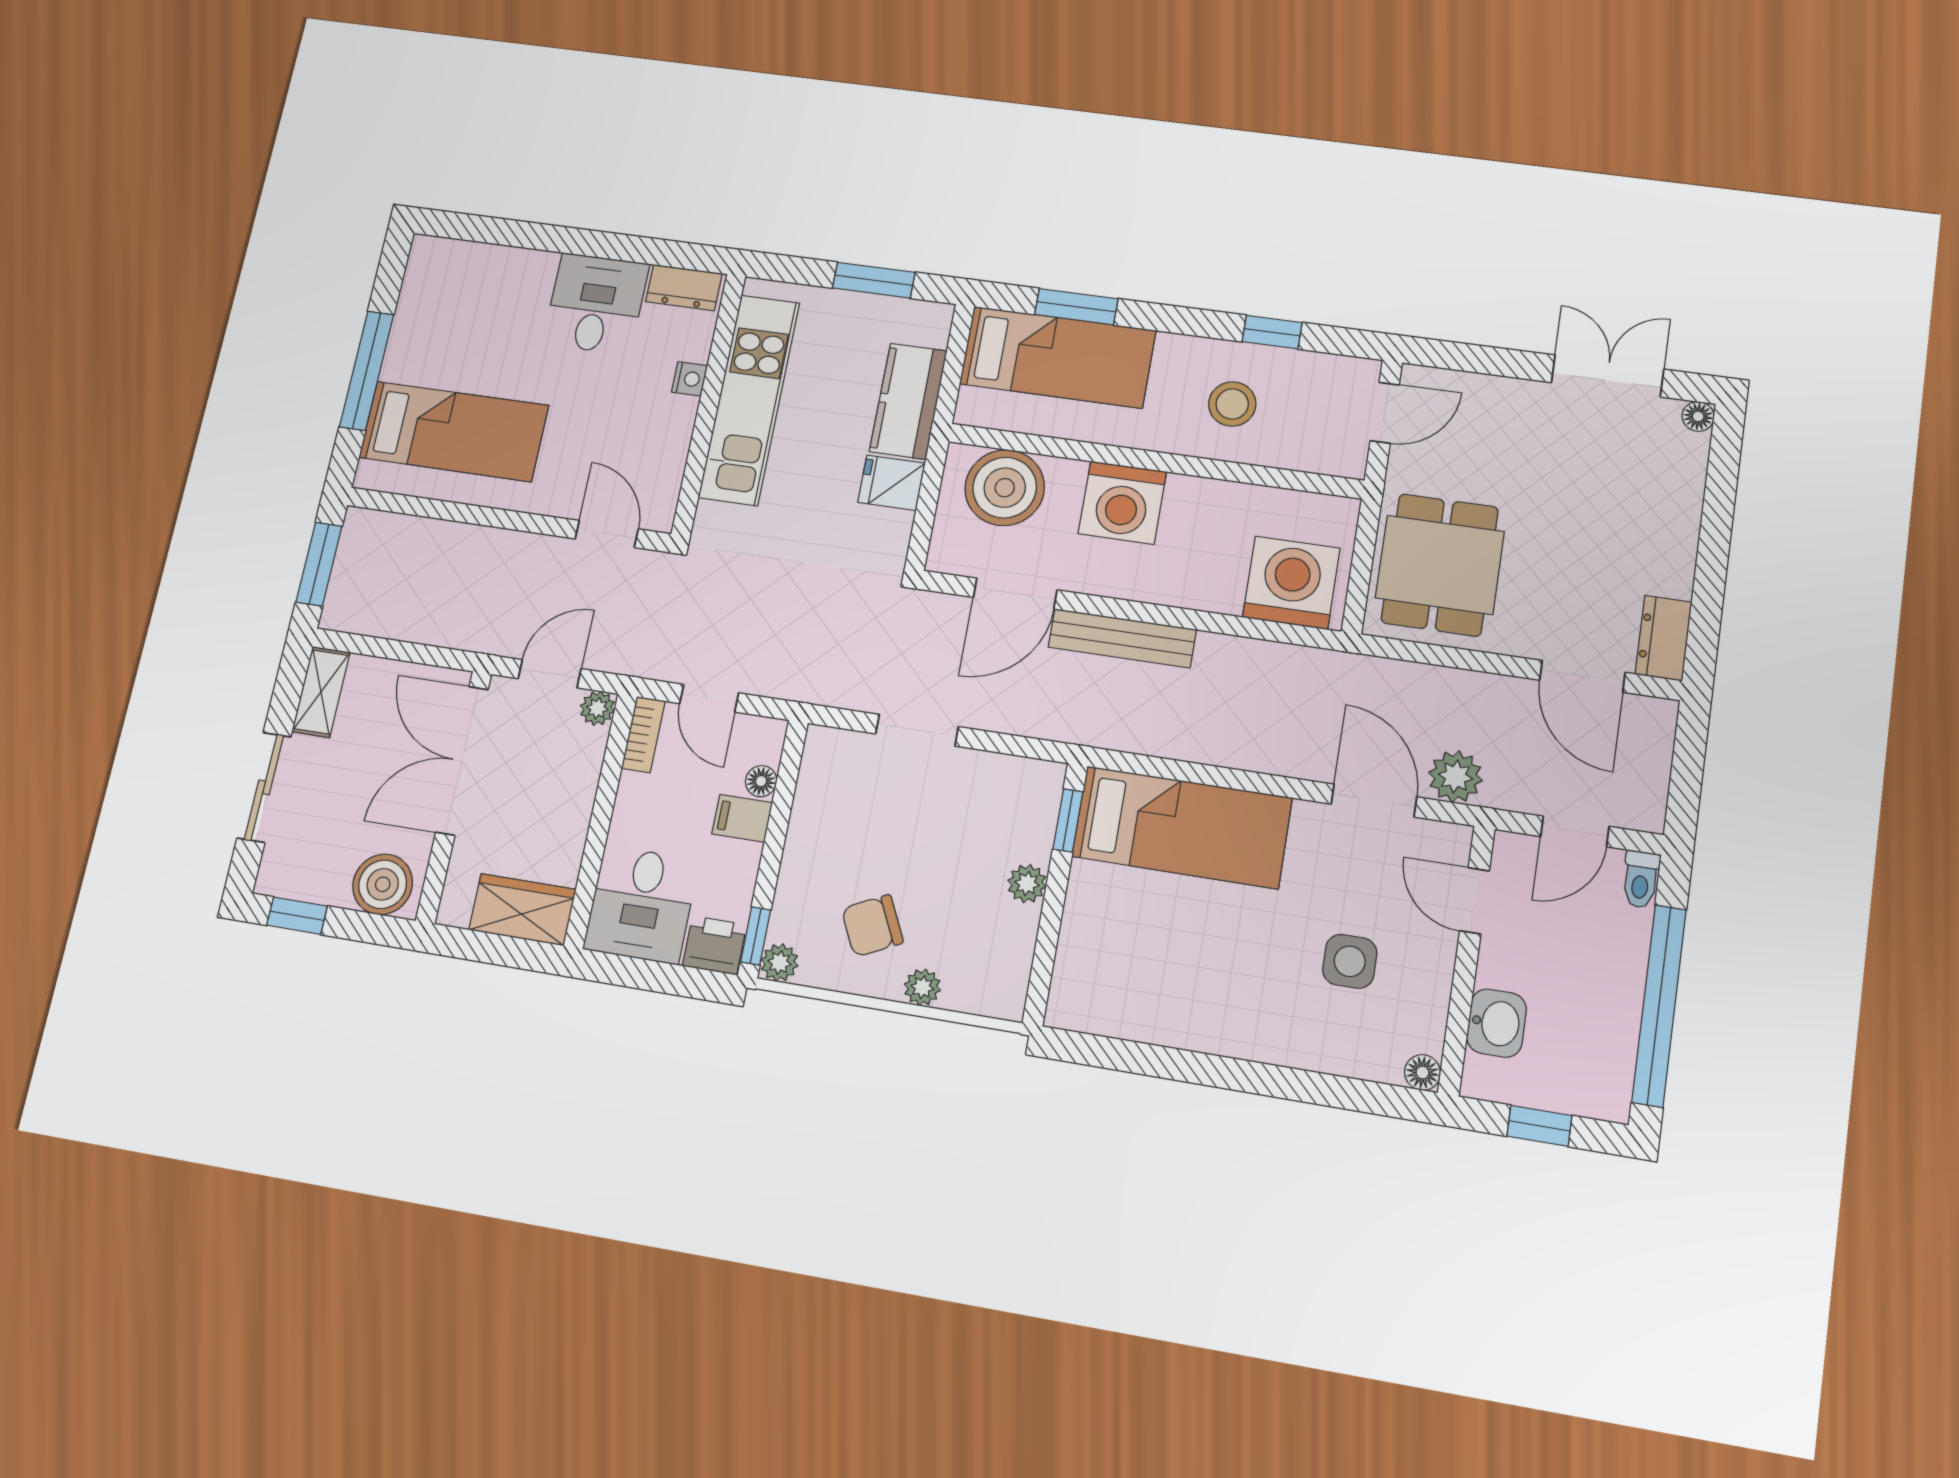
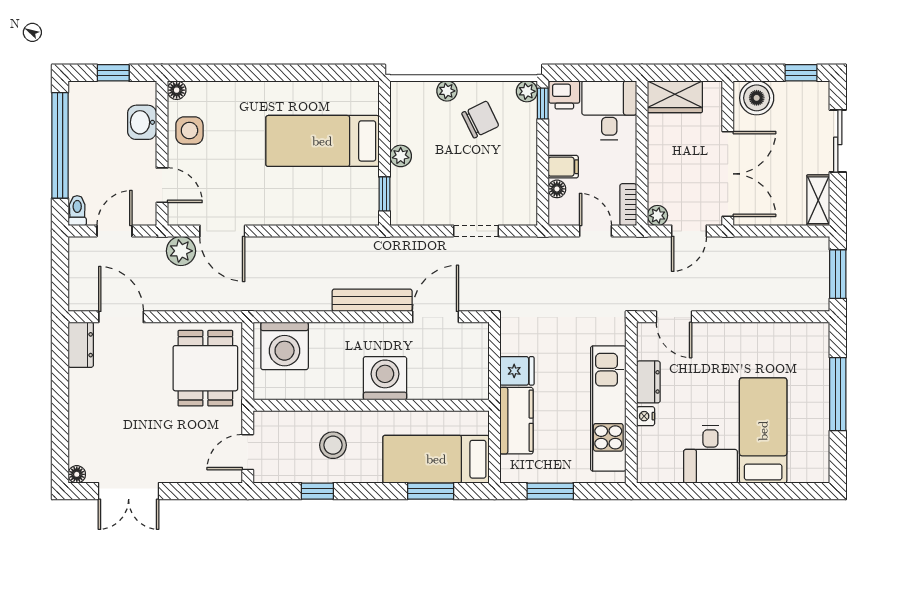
dresser: (684, 288) -> (648, 382), moved, turned 90
bed: (454, 431) -> (763, 431), moved, turned 90
boiler: (1005, 488) -> (452, 377), removed
bed: (1182, 827) -> (322, 141), moved
side table: (1350, 961) -> (189, 131), moved

